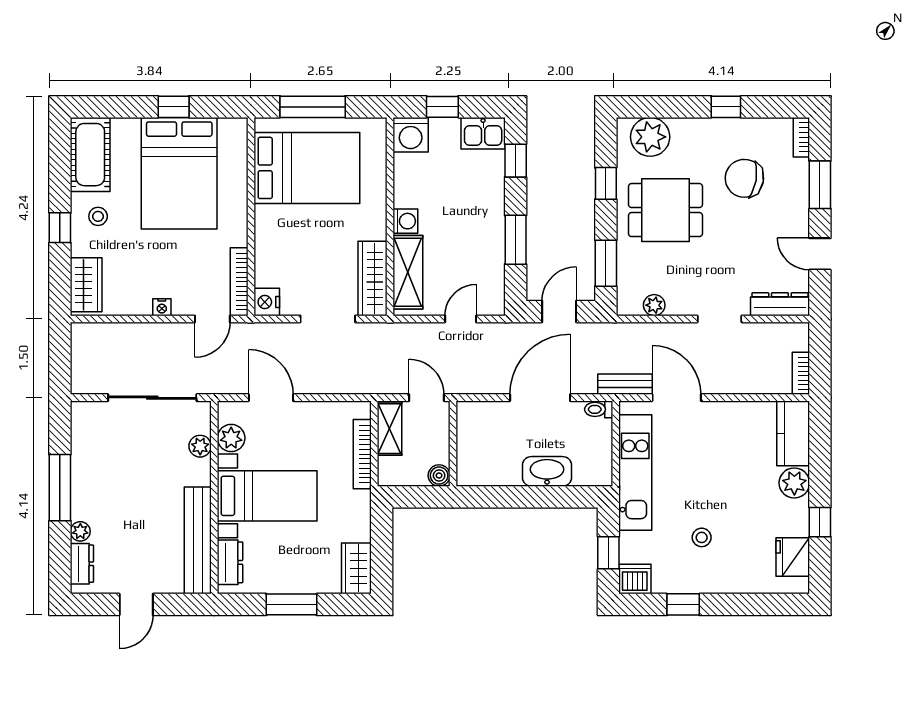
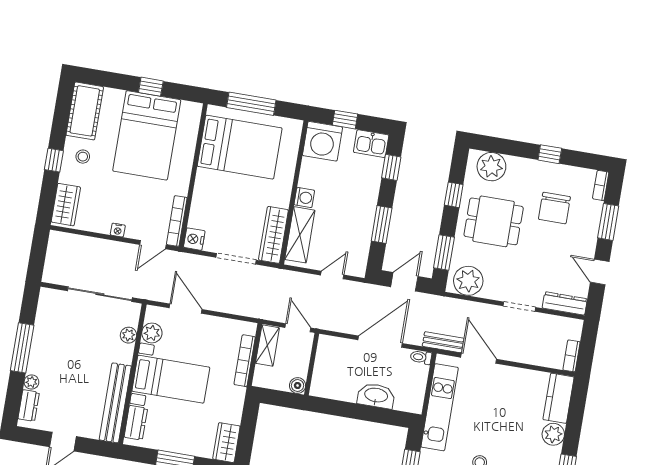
washing machine: (411, 135) -> (322, 141), width x1.37, depth x1.37
chair: (744, 178) -> (554, 208), turned -100
plant: (654, 305) -> (468, 281), width x1.88, depth x1.88

